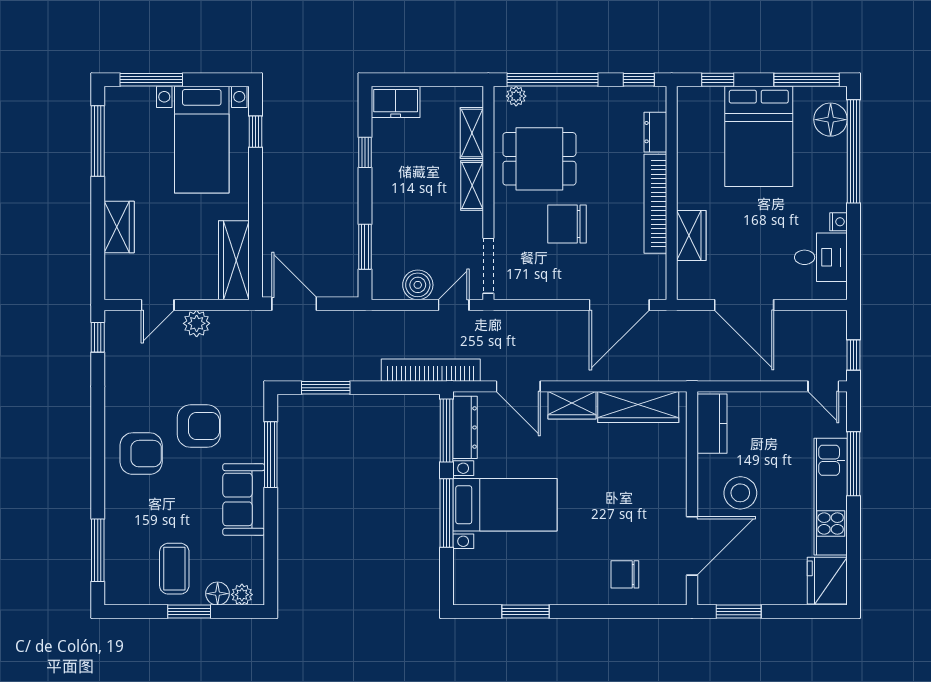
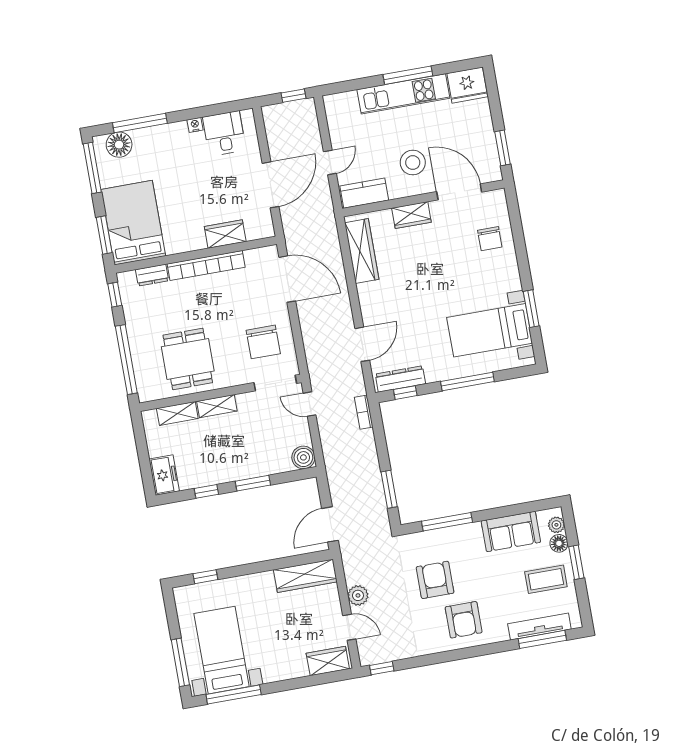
window: (718, 80) -> (104, 235), width x1.50
plant: (516, 96) -> (144, 385), removed
bed: (759, 136) -> (133, 223), moved, turned -90
bed with nightstands: (202, 140) -> (222, 650), moved, turned -90
window: (854, 151) -> (140, 123), width x0.68
chair: (567, 224) -> (263, 342), moved
wardrobe: (119, 227) -> (328, 661), moved
window: (365, 247) -> (253, 483), moved
boiler: (418, 285) -> (303, 457), moved
bookcase: (431, 370) -> (364, 412), width x0.43, depth x0.76
door: (823, 386) -> (330, 162), moved
wardrobe: (572, 405) -> (411, 215), moved, turned 90
window: (446, 431) -> (405, 393), width x0.46
armchair: (141, 454) -> (464, 620), turned 180
window: (854, 464) -> (408, 75), moved
sofa: (244, 499) -> (511, 531), moved
bed with nightstands: (505, 505) -> (490, 330), moved, turned -90
tv unit: (115, 549) -> (539, 627), added

